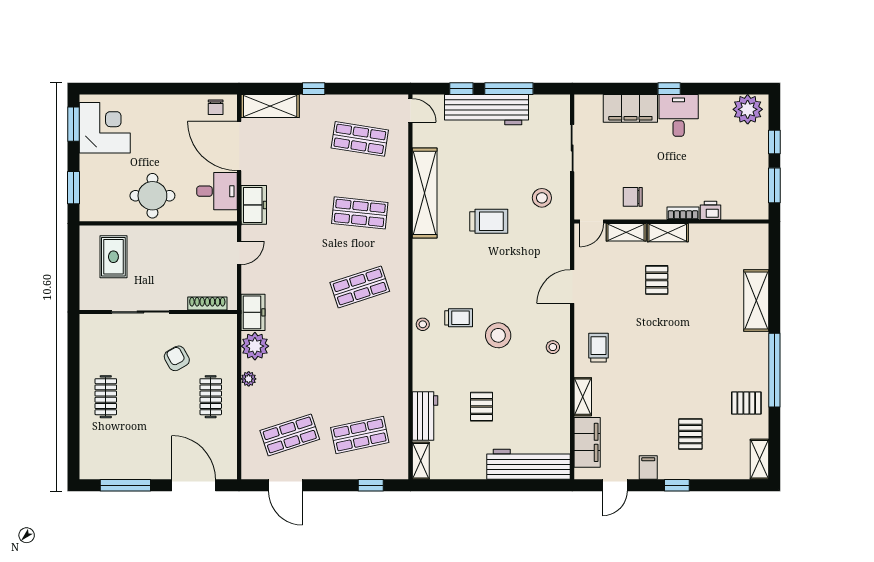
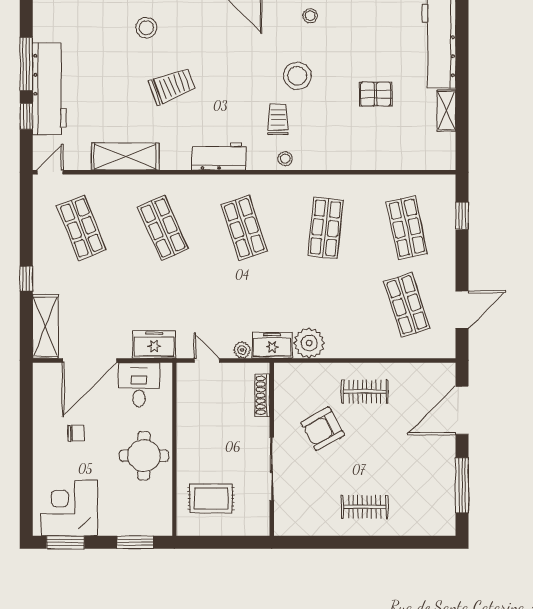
chair: (216, 107) -> (76, 433), moved
shop shelf: (360, 139) -> (82, 228), turned -30
shelving: (425, 193) -> (125, 157), width x0.68
shop shelf: (360, 213) -> (163, 228), turned -30
trolley: (489, 221) -> (172, 86), turned 69
armchair: (177, 358) -> (323, 429), width x1.38, depth x1.38
shop shelf: (360, 361) -> (325, 228), added
plant: (249, 379) -> (242, 350), moved
workbench: (425, 416) -> (219, 156), moved
shelving: (421, 461) -> (446, 111), moved, turned 90

